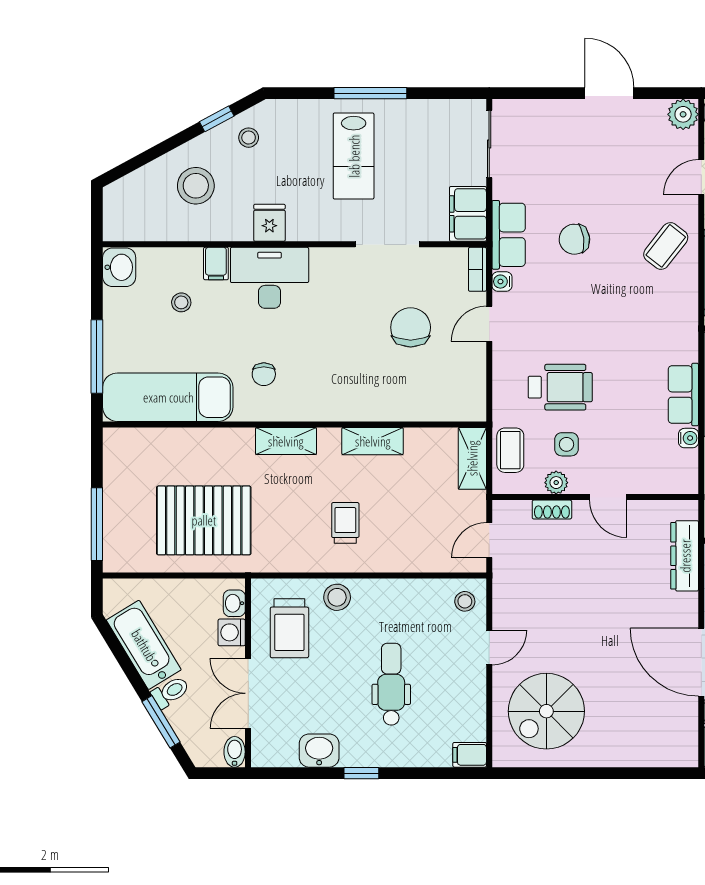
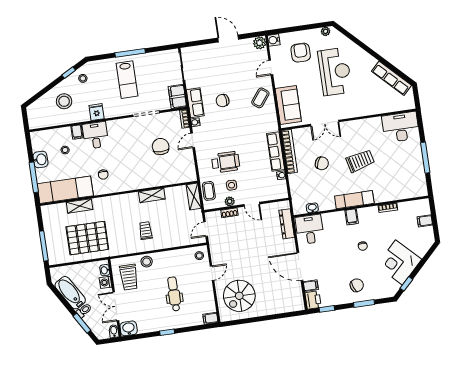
washbasin: (119, 267) -> (40, 159), moved
desk: (270, 278) -> (95, 135), width x0.73
row of seats: (683, 395) -> (276, 152), width x1.48
shelving: (286, 441) -> (80, 206), moved
washbasin: (319, 751) -> (129, 328), moved

